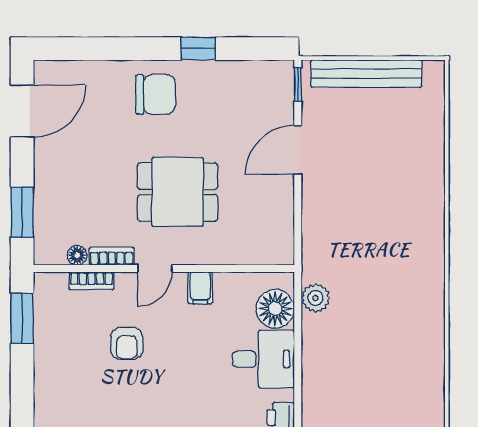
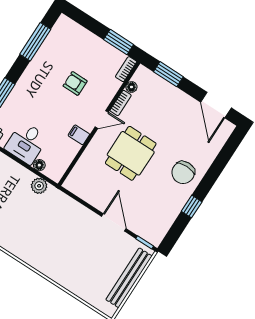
door: (155, 268) -> (102, 119), swing flipped
bookcase: (91, 281) -> (126, 69), moved
floor lamp: (275, 309) -> (39, 165), width x0.53, depth x0.53

